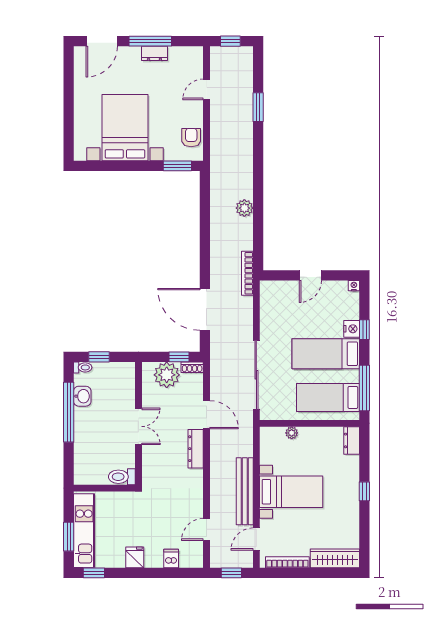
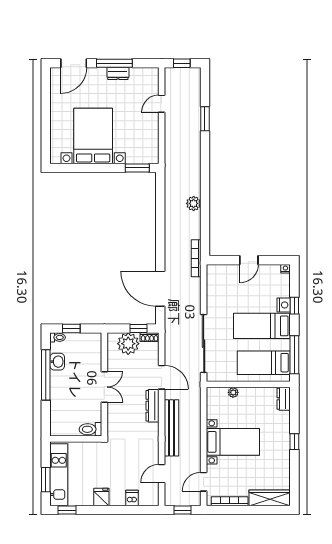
armchair: (191, 138) -> (149, 144), removed
bench: (245, 491) -> (172, 428), moved

